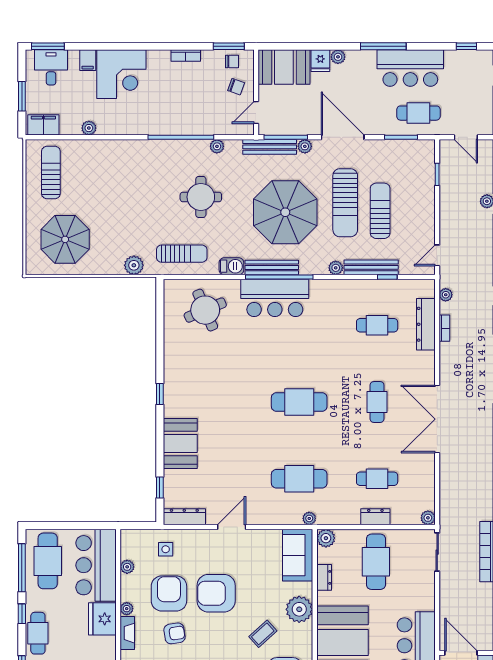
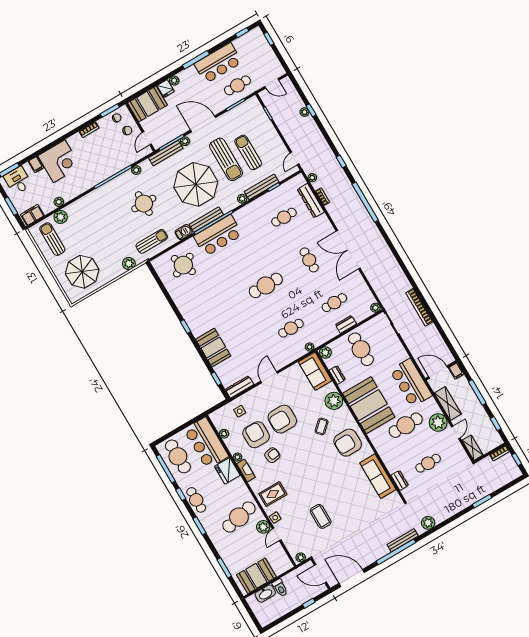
plant: (79, 150) -> (61, 217), added
cafe table: (299, 479) -> (291, 328), width x0.73, depth x0.74

